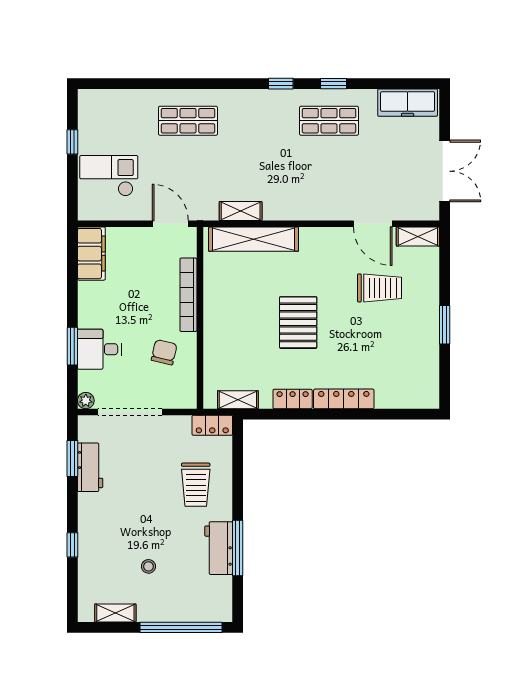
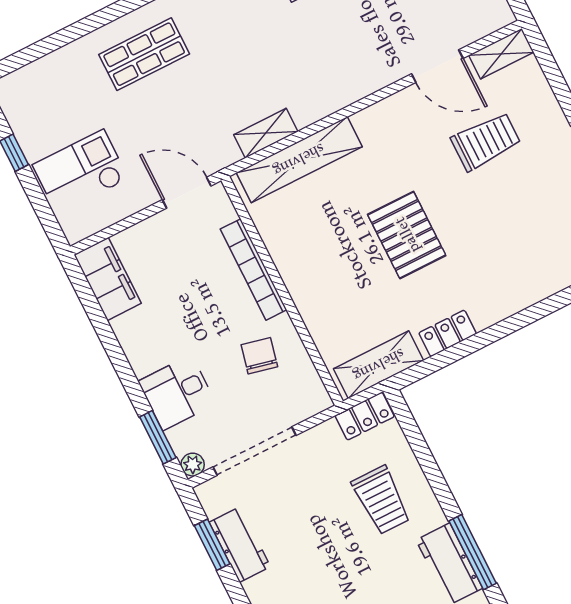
window: (72, 346) -> (158, 437), moved
locker: (344, 399) -> (511, 301), removed
shelving: (238, 400) -> (379, 365), width x1.50, depth x1.33

